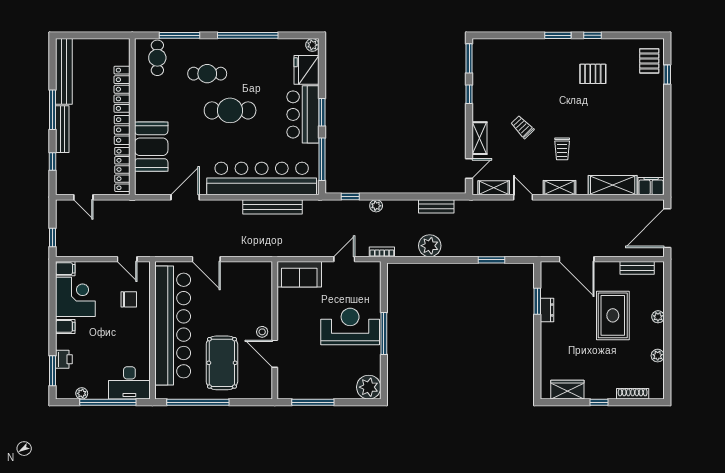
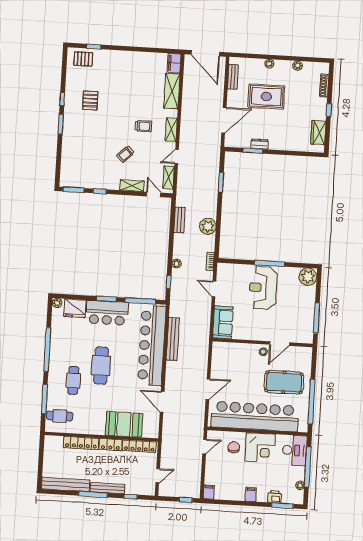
corner desk: (75, 297) -> (260, 448), moved, turned 180

